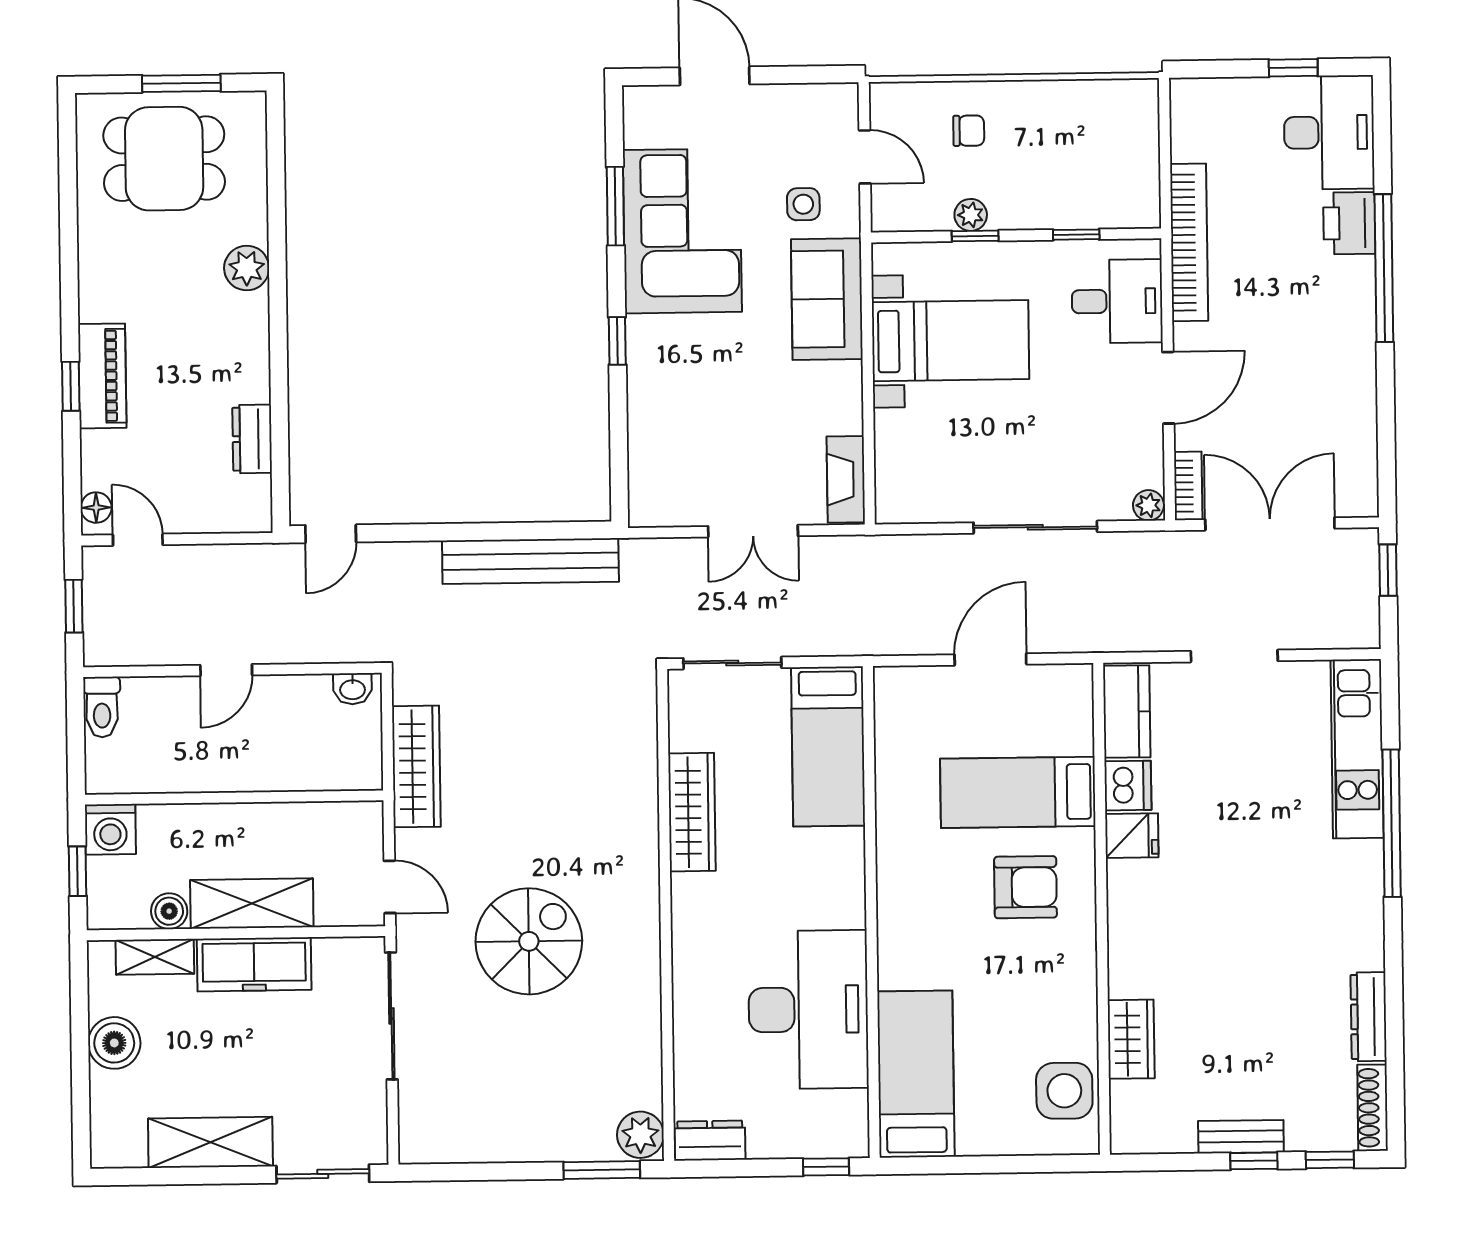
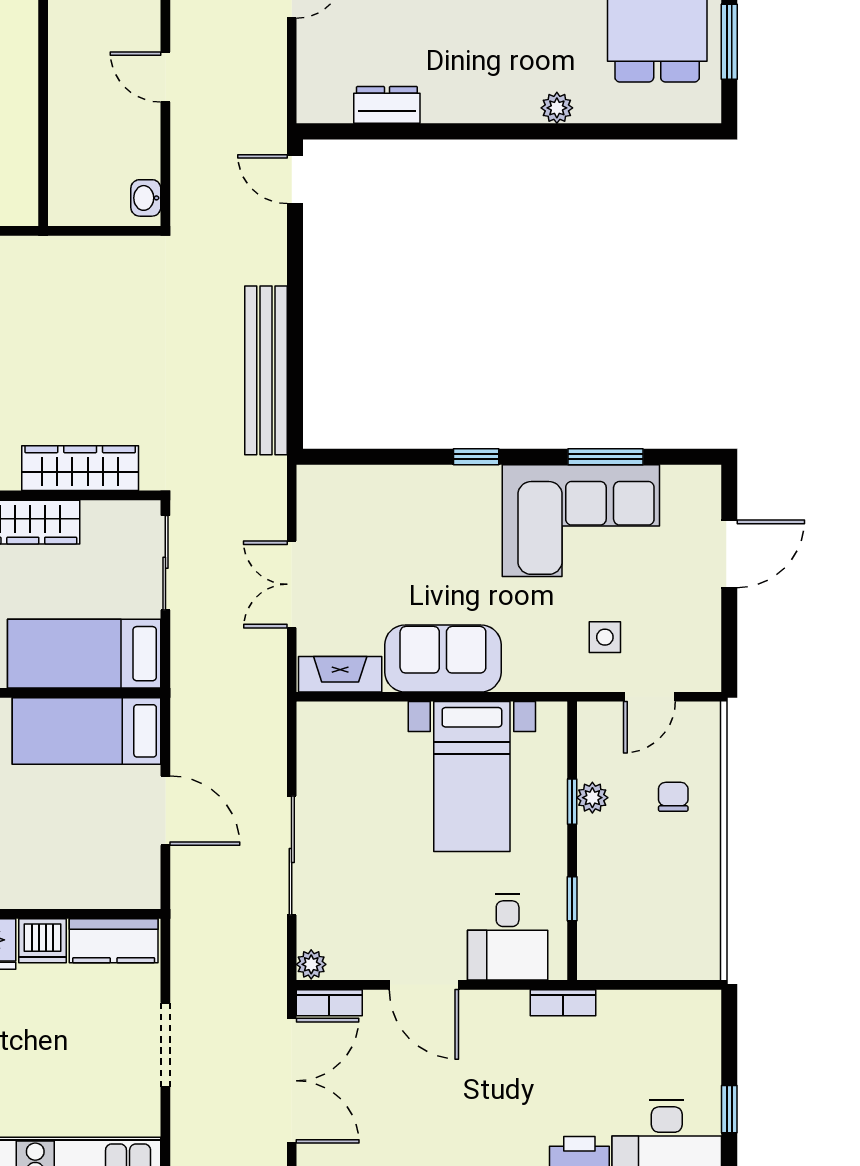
chair: (969, 131) -> (673, 797), turned 180
bookcase: (1189, 242) -> (563, 1003), width x0.43, depth x0.76
plant: (247, 268) -> (557, 108), width x0.73, depth x0.73
sofa: (827, 299) -> (443, 658), moved
wardrobe: (416, 766) -> (80, 468), moved, turned 180
bed: (1018, 792) -> (87, 731), moved, turned -90

